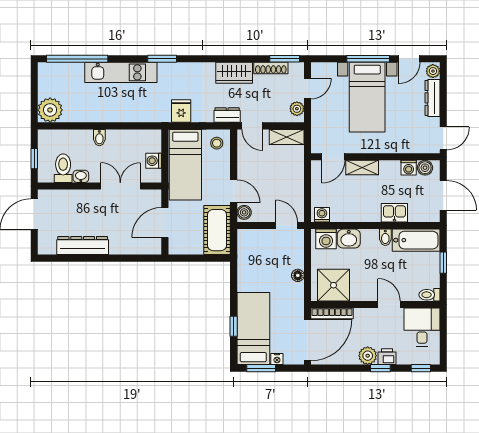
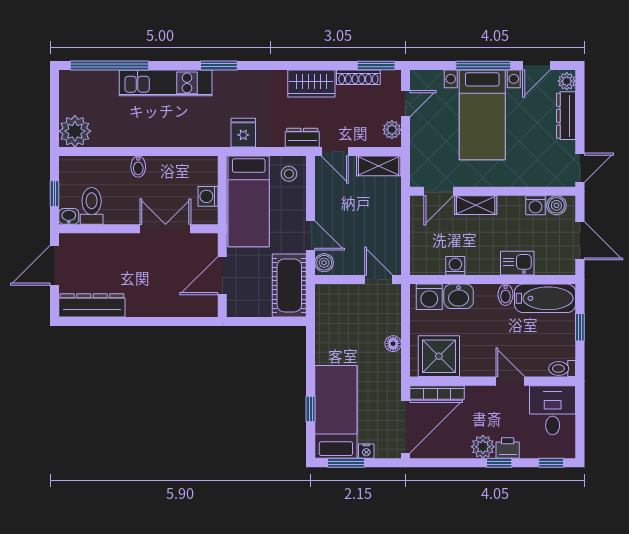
washbasin: (81, 176) -> (69, 216), moved
washing machine: (322, 215) -> (455, 266), moved
dresser: (83, 246) -> (92, 305), moved

